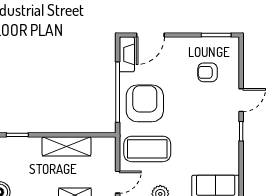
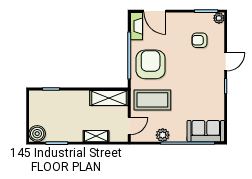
door: (150, 35) -> (155, 11), hinge flipped
plant: (232, 44) -> (219, 18), added
shelving: (67, 146) -> (109, 98), moved

